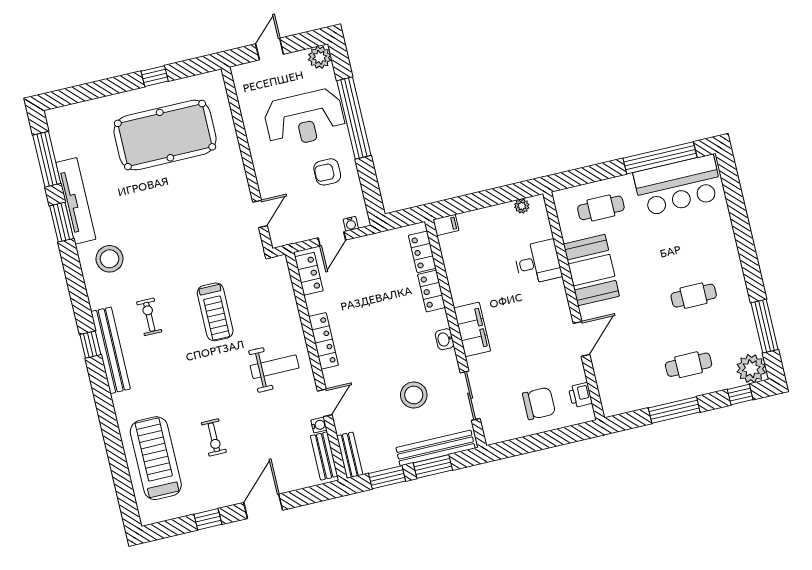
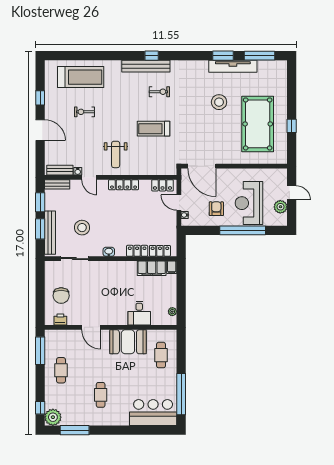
plant: (320, 57) -> (280, 207), moved
bar counter: (678, 185) -> (153, 412), moved, turned 90
door: (260, 214) -> (202, 166), width x1.88
stool: (110, 259) -> (219, 102), moved
filing cabinet: (472, 329) -> (152, 268), moved
cafe table: (689, 365) -> (61, 370), moved
window: (674, 410) -> (40, 351), moved

